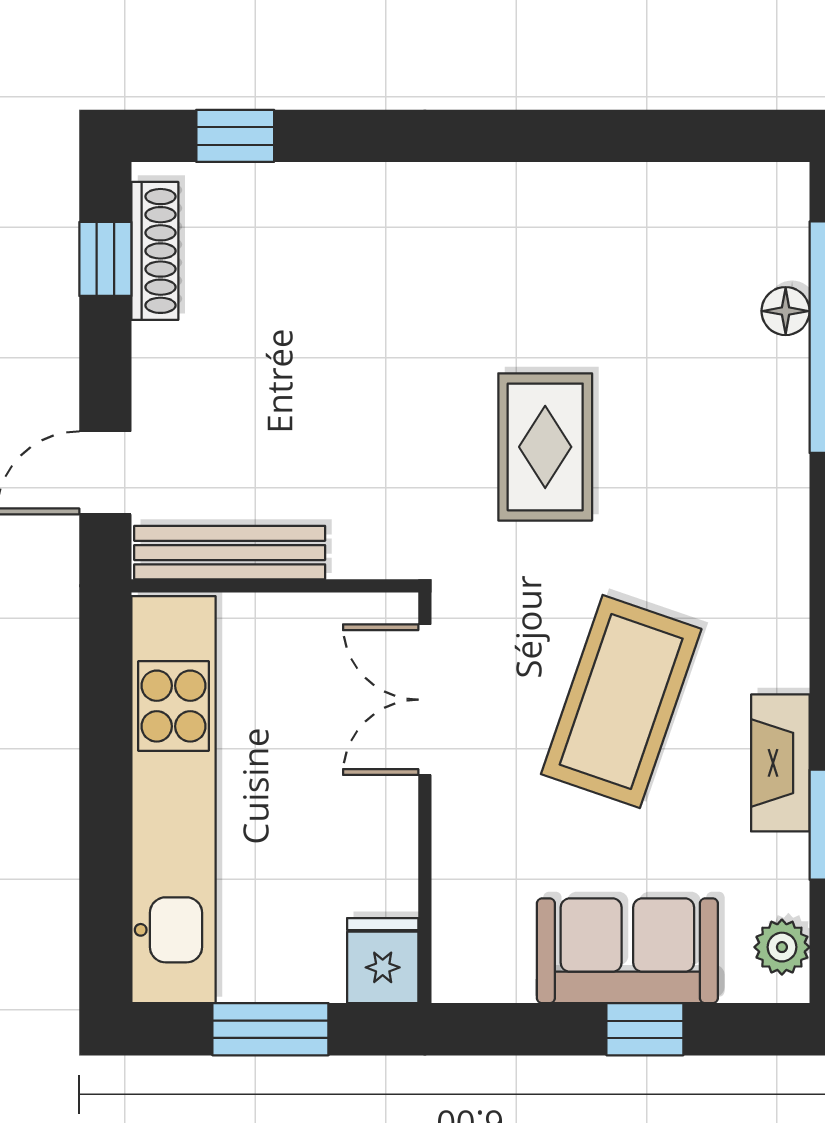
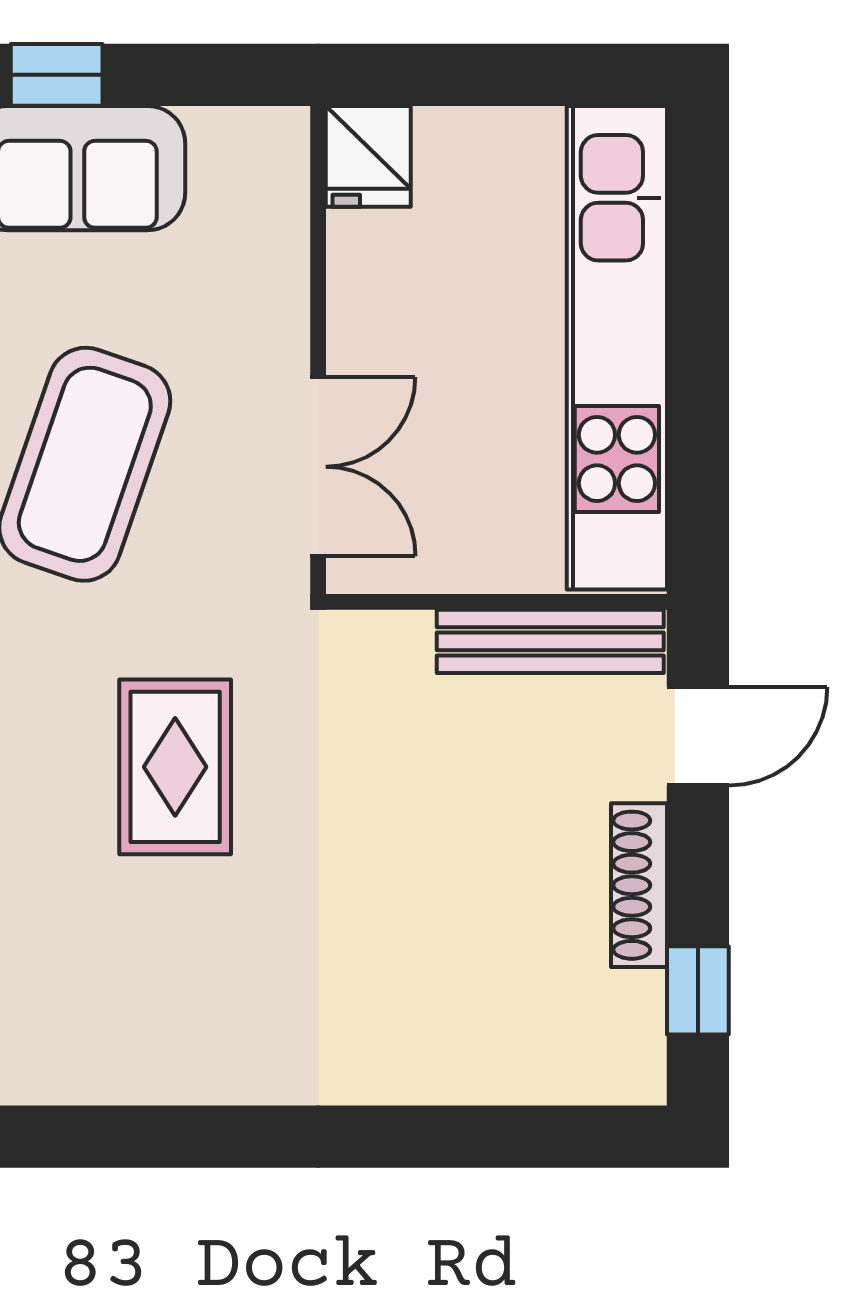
window: (235, 136) -> (544, 1137), removed
shoe rack: (155, 251) -> (639, 885), moved
window: (270, 1029) -> (502, 75), removed

